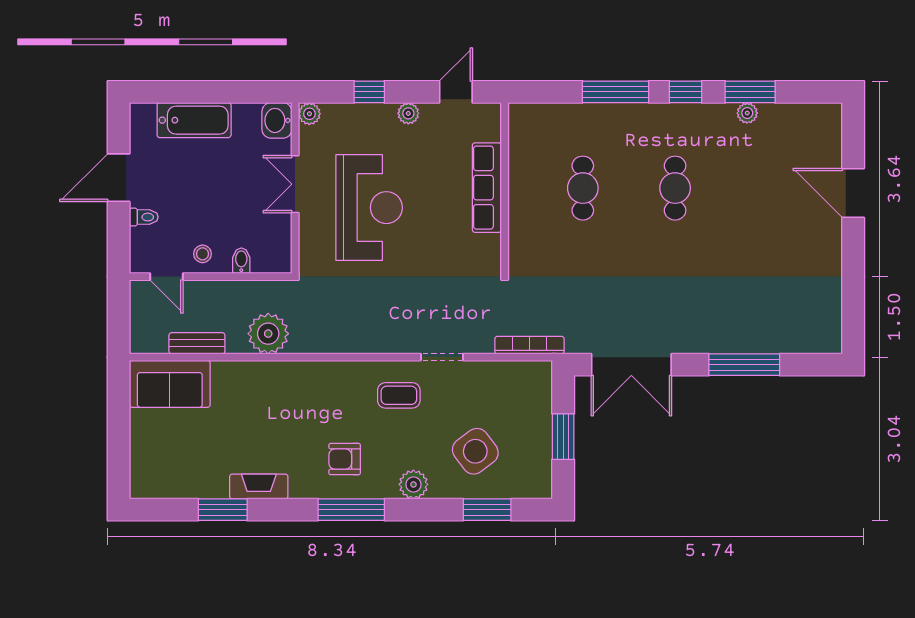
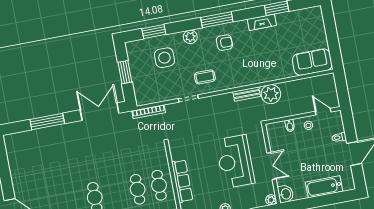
cafe table: (537, 188) -> (159, 185), added
bench: (197, 343) -> (247, 94), moved
side table: (475, 451) -> (164, 58), turned 37

